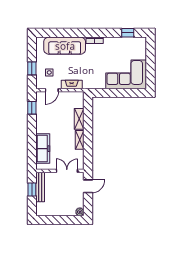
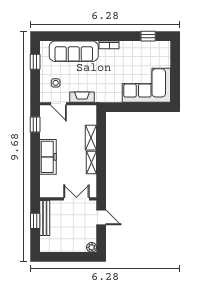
window: (32, 68) -> (35, 62), moved
door: (52, 90) -> (59, 104), hinge flipped
freezer: (43, 149) -> (48, 157), moved
door: (88, 186) -> (101, 217), hinge flipped

